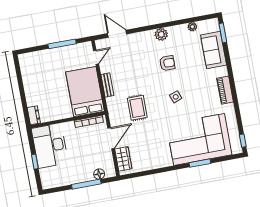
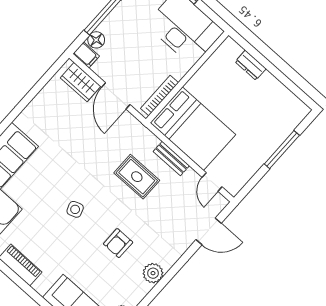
window: (62, 44) -> (282, 150), moved
rug: (137, 108) -> (137, 177), moved
dresser: (34, 115) -> (251, 65), moved
filing cabinet: (110, 170) -> (86, 55), added

